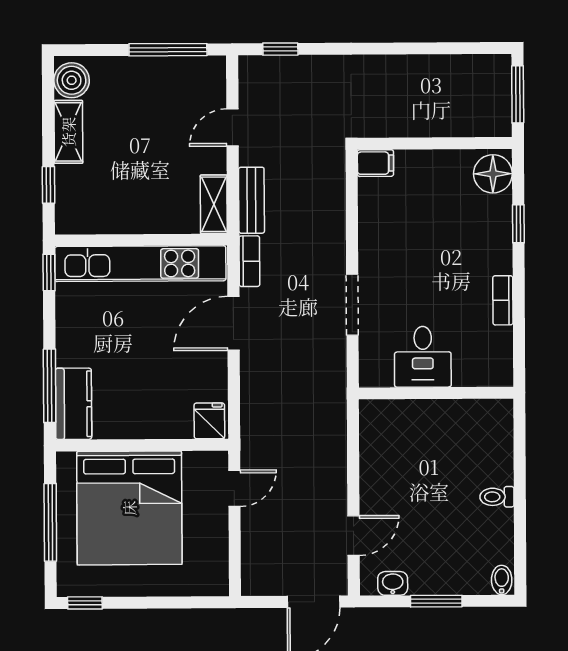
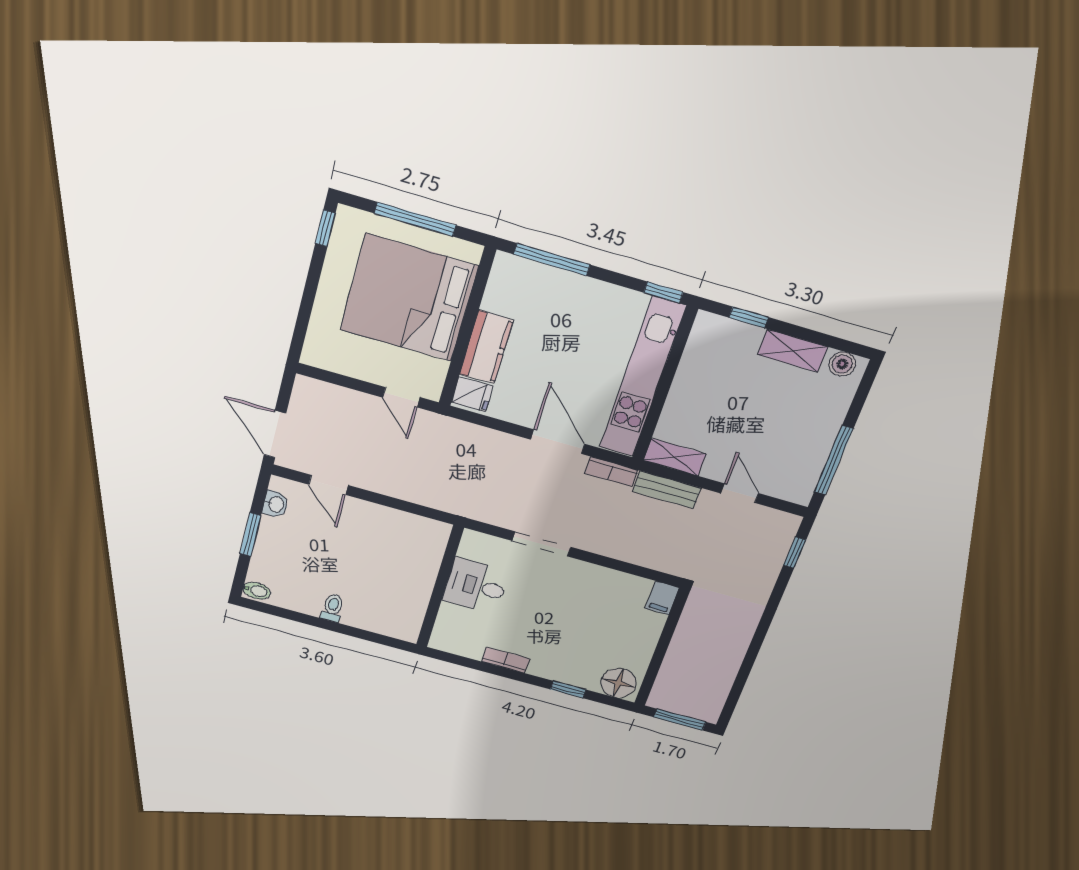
boiler: (72, 80) -> (842, 364), width x0.73, depth x0.73
kitchen counter: (73, 404) -> (486, 347), moved, turned -90

